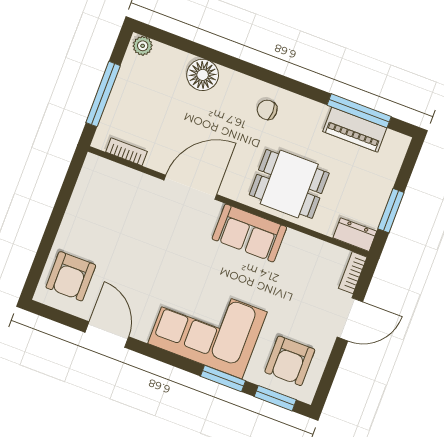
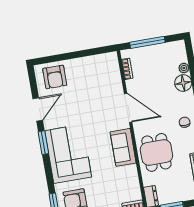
plant: (143, 46) -> (184, 68), moved
armchair: (71, 276) -> (55, 77), turned -90
window: (223, 378) -> (43, 143), moved

